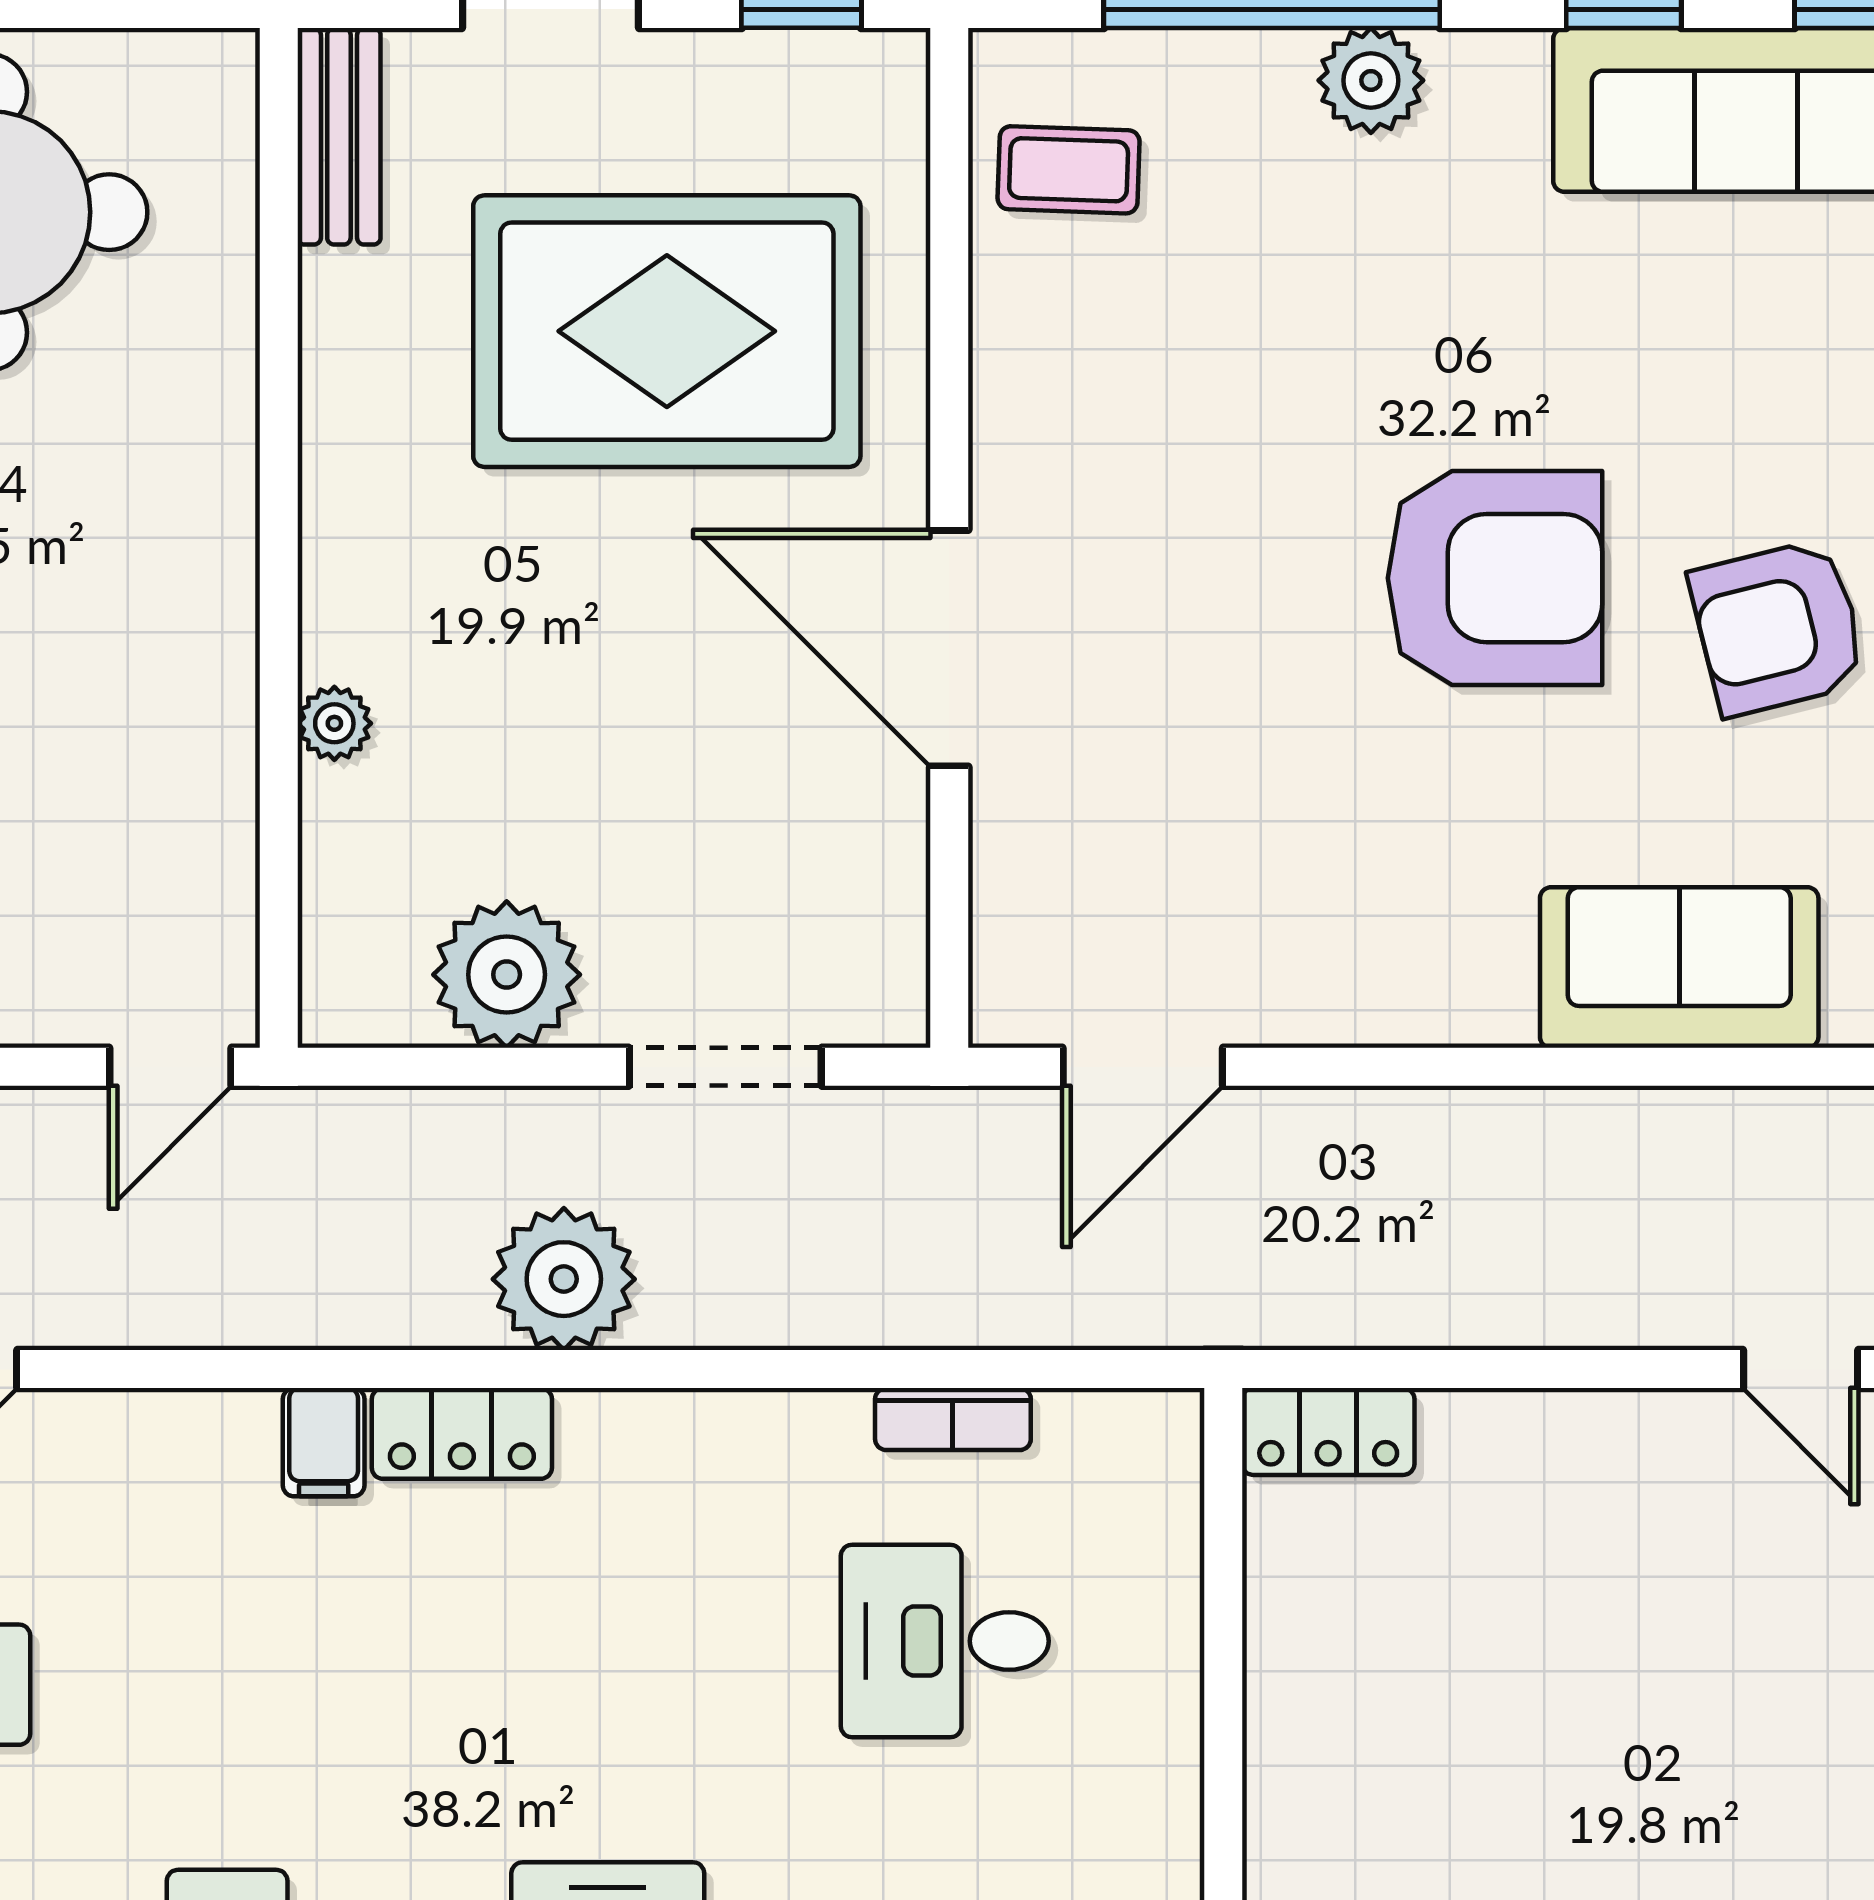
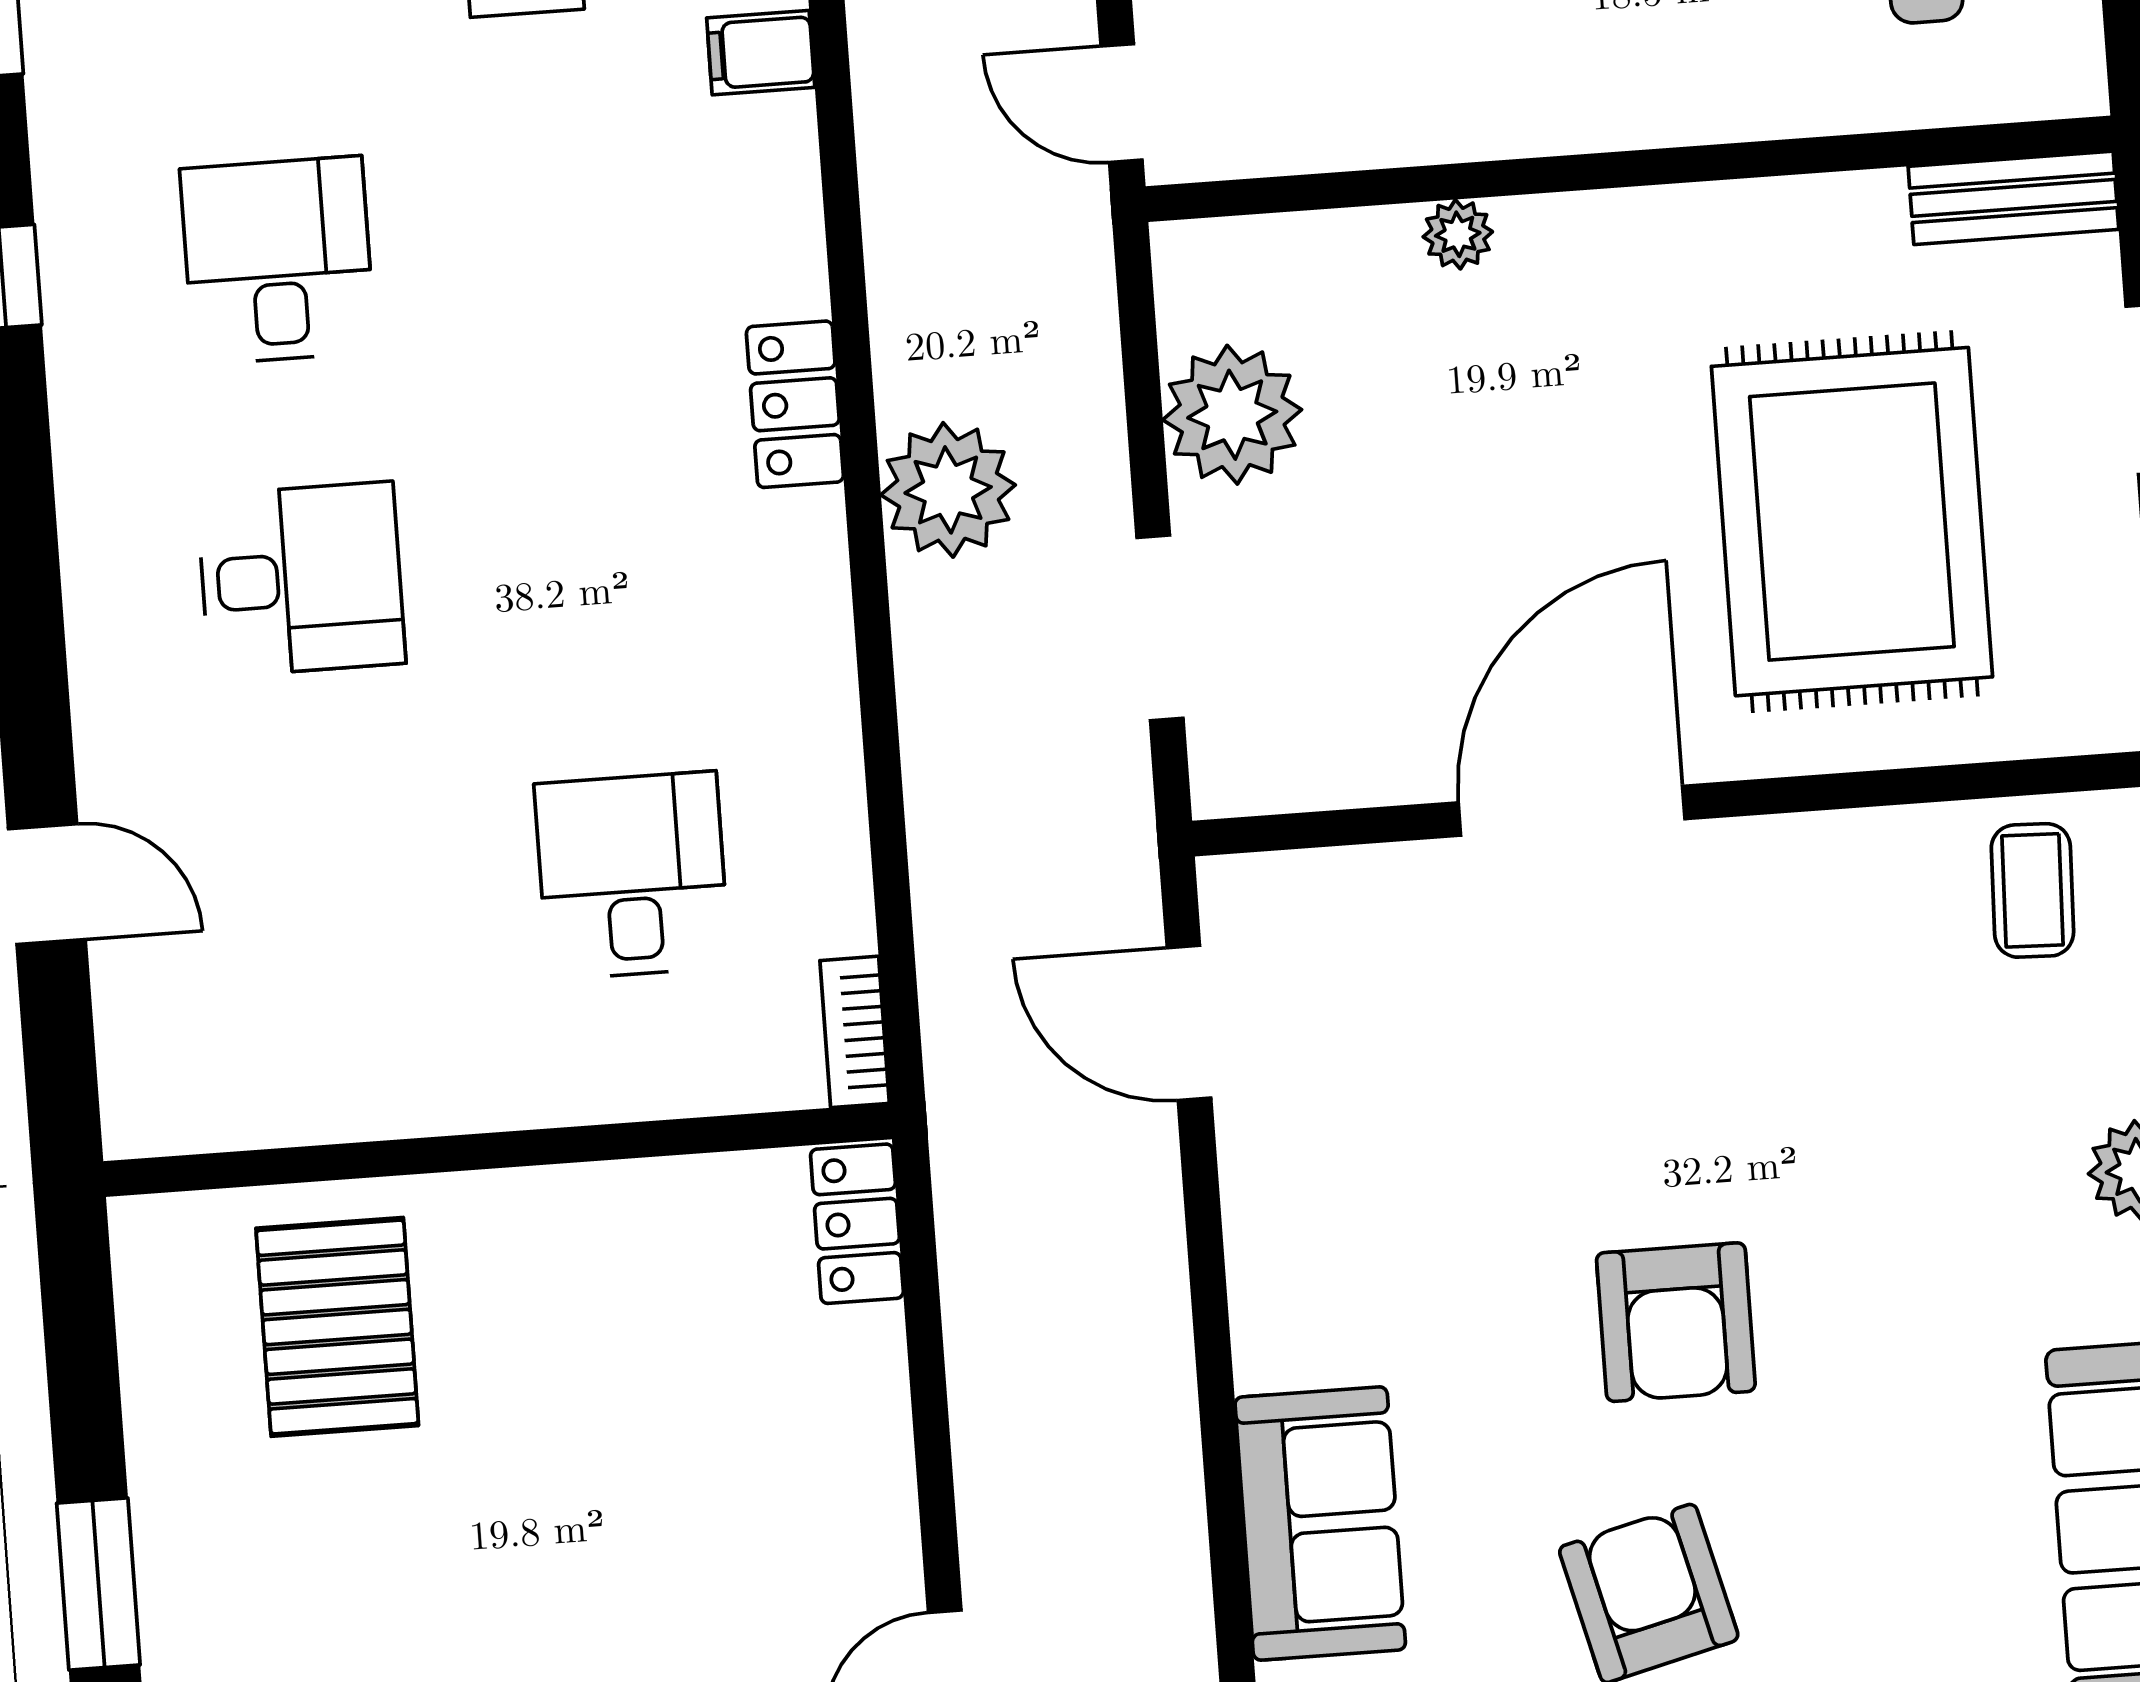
armchair: (1495, 578) -> (1676, 1322), width x0.73, depth x0.73
bookcase: (953, 1419) -> (855, 1032), moved
filing cabinet: (324, 1442) -> (761, 53), moved

